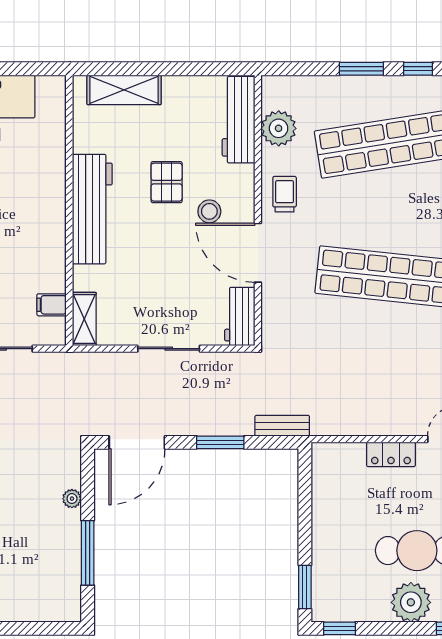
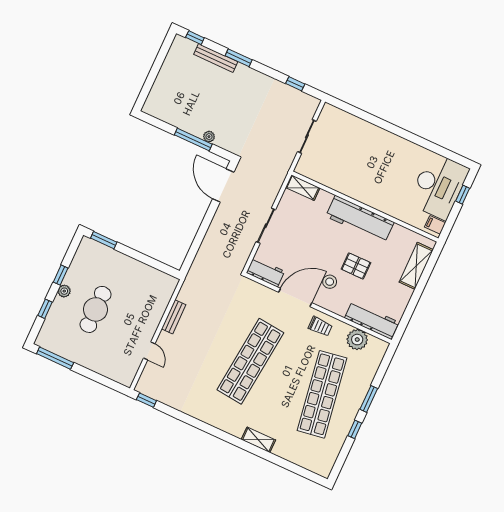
filing cabinet: (52, 305) -> (435, 225), moved, turned -90
bench: (282, 426) -> (174, 317), moved
window: (220, 442) -> (203, 230), removed
locker: (391, 454) -> (154, 319), removed
window: (88, 553) -> (193, 140), moved
plant: (411, 602) -> (64, 291), width x0.53, depth x0.53
window: (339, 628) -> (61, 275), moved

